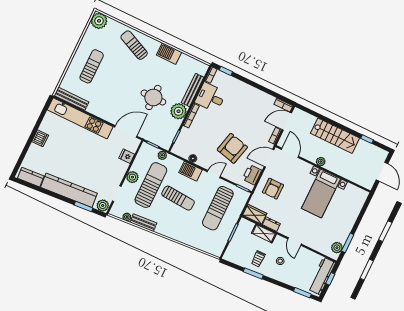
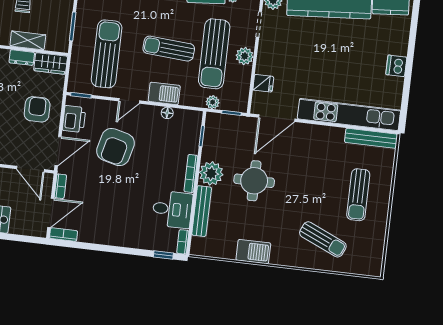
plant: (99, 21) -> (370, 264), removed
sun lounger: (134, 45) -> (323, 239), moved

